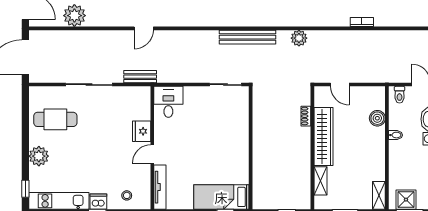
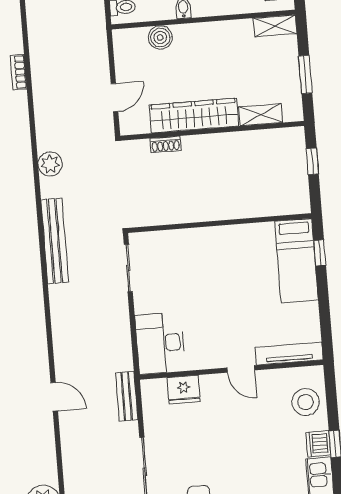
desk: (168, 102) -> (160, 343), width x1.37
fridge: (142, 131) -> (184, 390), moved
stool: (127, 195) -> (306, 402), width x1.89, depth x1.89

